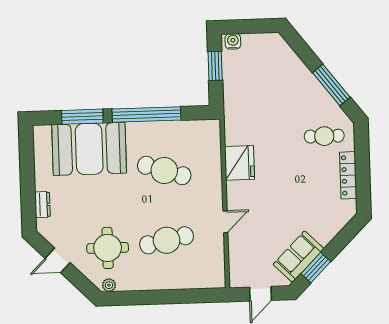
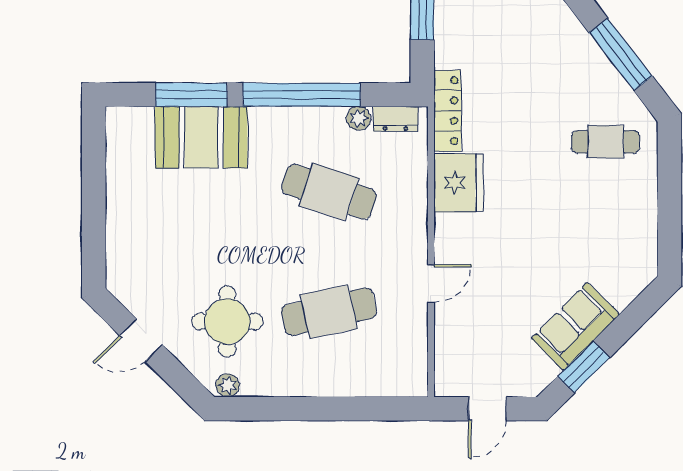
plant: (180, 127) -> (359, 118), added
booth: (89, 149) -> (201, 137), width x0.73, depth x0.70
locker: (348, 175) -> (447, 111), moved, turned 180
dresser: (42, 205) -> (395, 119), moved, turned 90
sofa: (299, 257) -> (575, 326), moved

